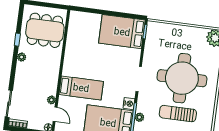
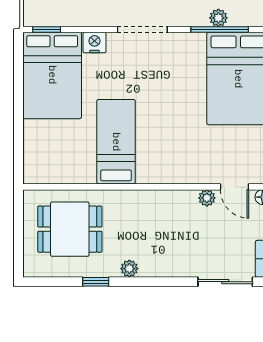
dining table: (45, 30) -> (70, 229), width x0.73
bed: (81, 88) -> (116, 142), moved
nightstand: (129, 104) -> (95, 43), moved
door: (55, 114) -> (235, 187), swing flipped

